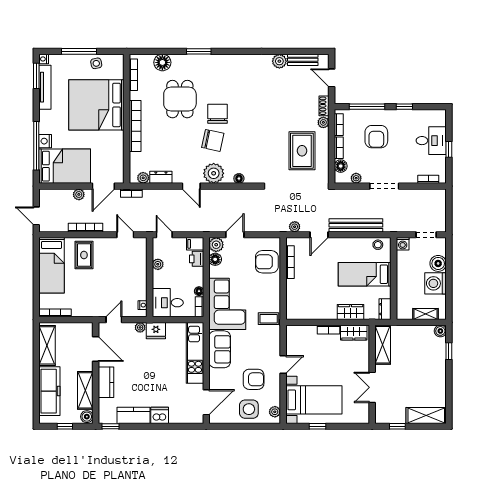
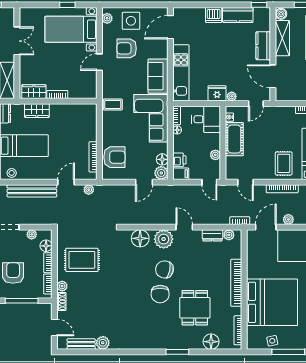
rug: (302, 151) -> (82, 260), turned 90
floor lamp: (239, 178) -> (140, 238), width x1.89, depth x1.89
cot: (137, 281) -> (234, 139), added

